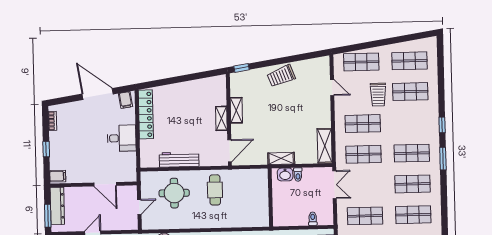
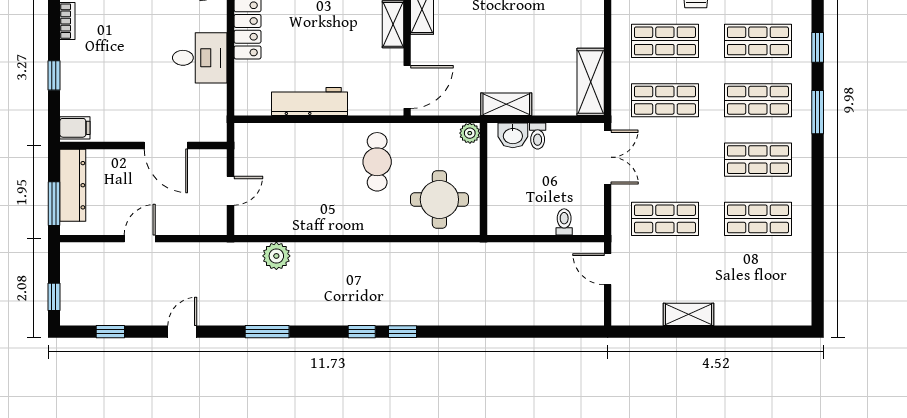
shop shelf: (411, 122) -> (758, 41), added
plant: (263, 174) -> (470, 133), added
round table: (174, 193) -> (439, 199), moved

